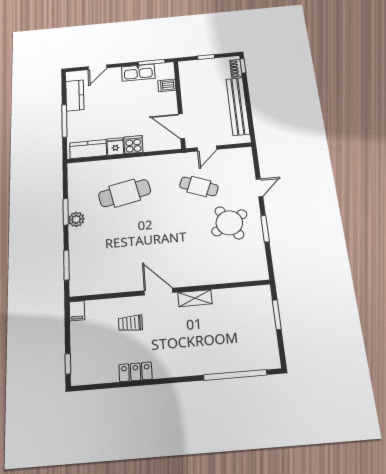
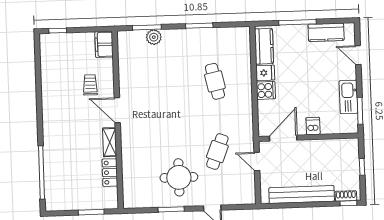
dishwasher: (167, 85) -> (313, 126), moved
cafe table: (125, 193) -> (215, 81), width x0.73, depth x0.74
plant: (76, 219) -> (154, 37), moved
round table: (229, 223) -> (179, 177), turned 31
door: (158, 292) -> (117, 110), swing flipped
filing cabinet: (77, 311) -> (104, 44), width x2.00
locker: (135, 372) -> (110, 173), moved, turned 180

